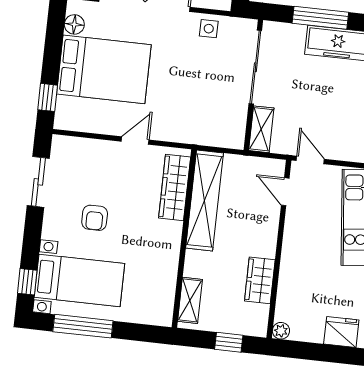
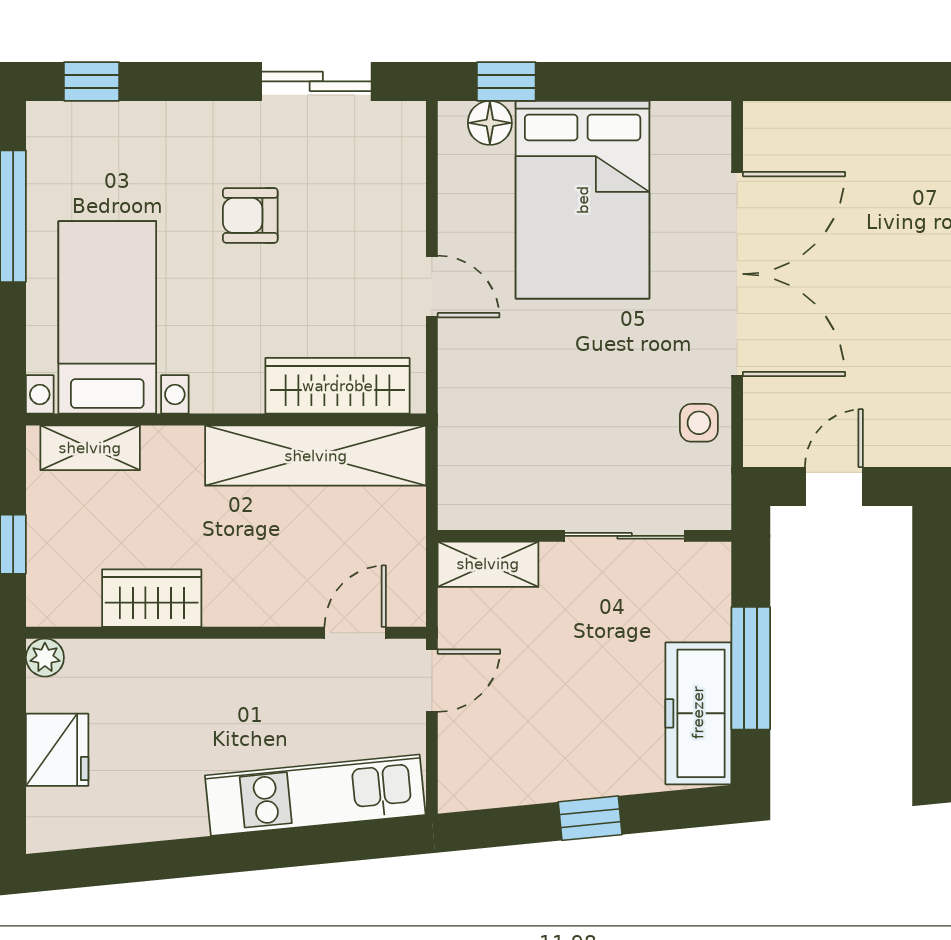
floor lamp: (74, 24) -> (490, 123), moved
sliding door: (255, 67) -> (625, 536), width x0.73
bed with nightstands: (79, 280) -> (107, 317), moved, turned 180
fridge: (341, 332) -> (57, 750), moved

